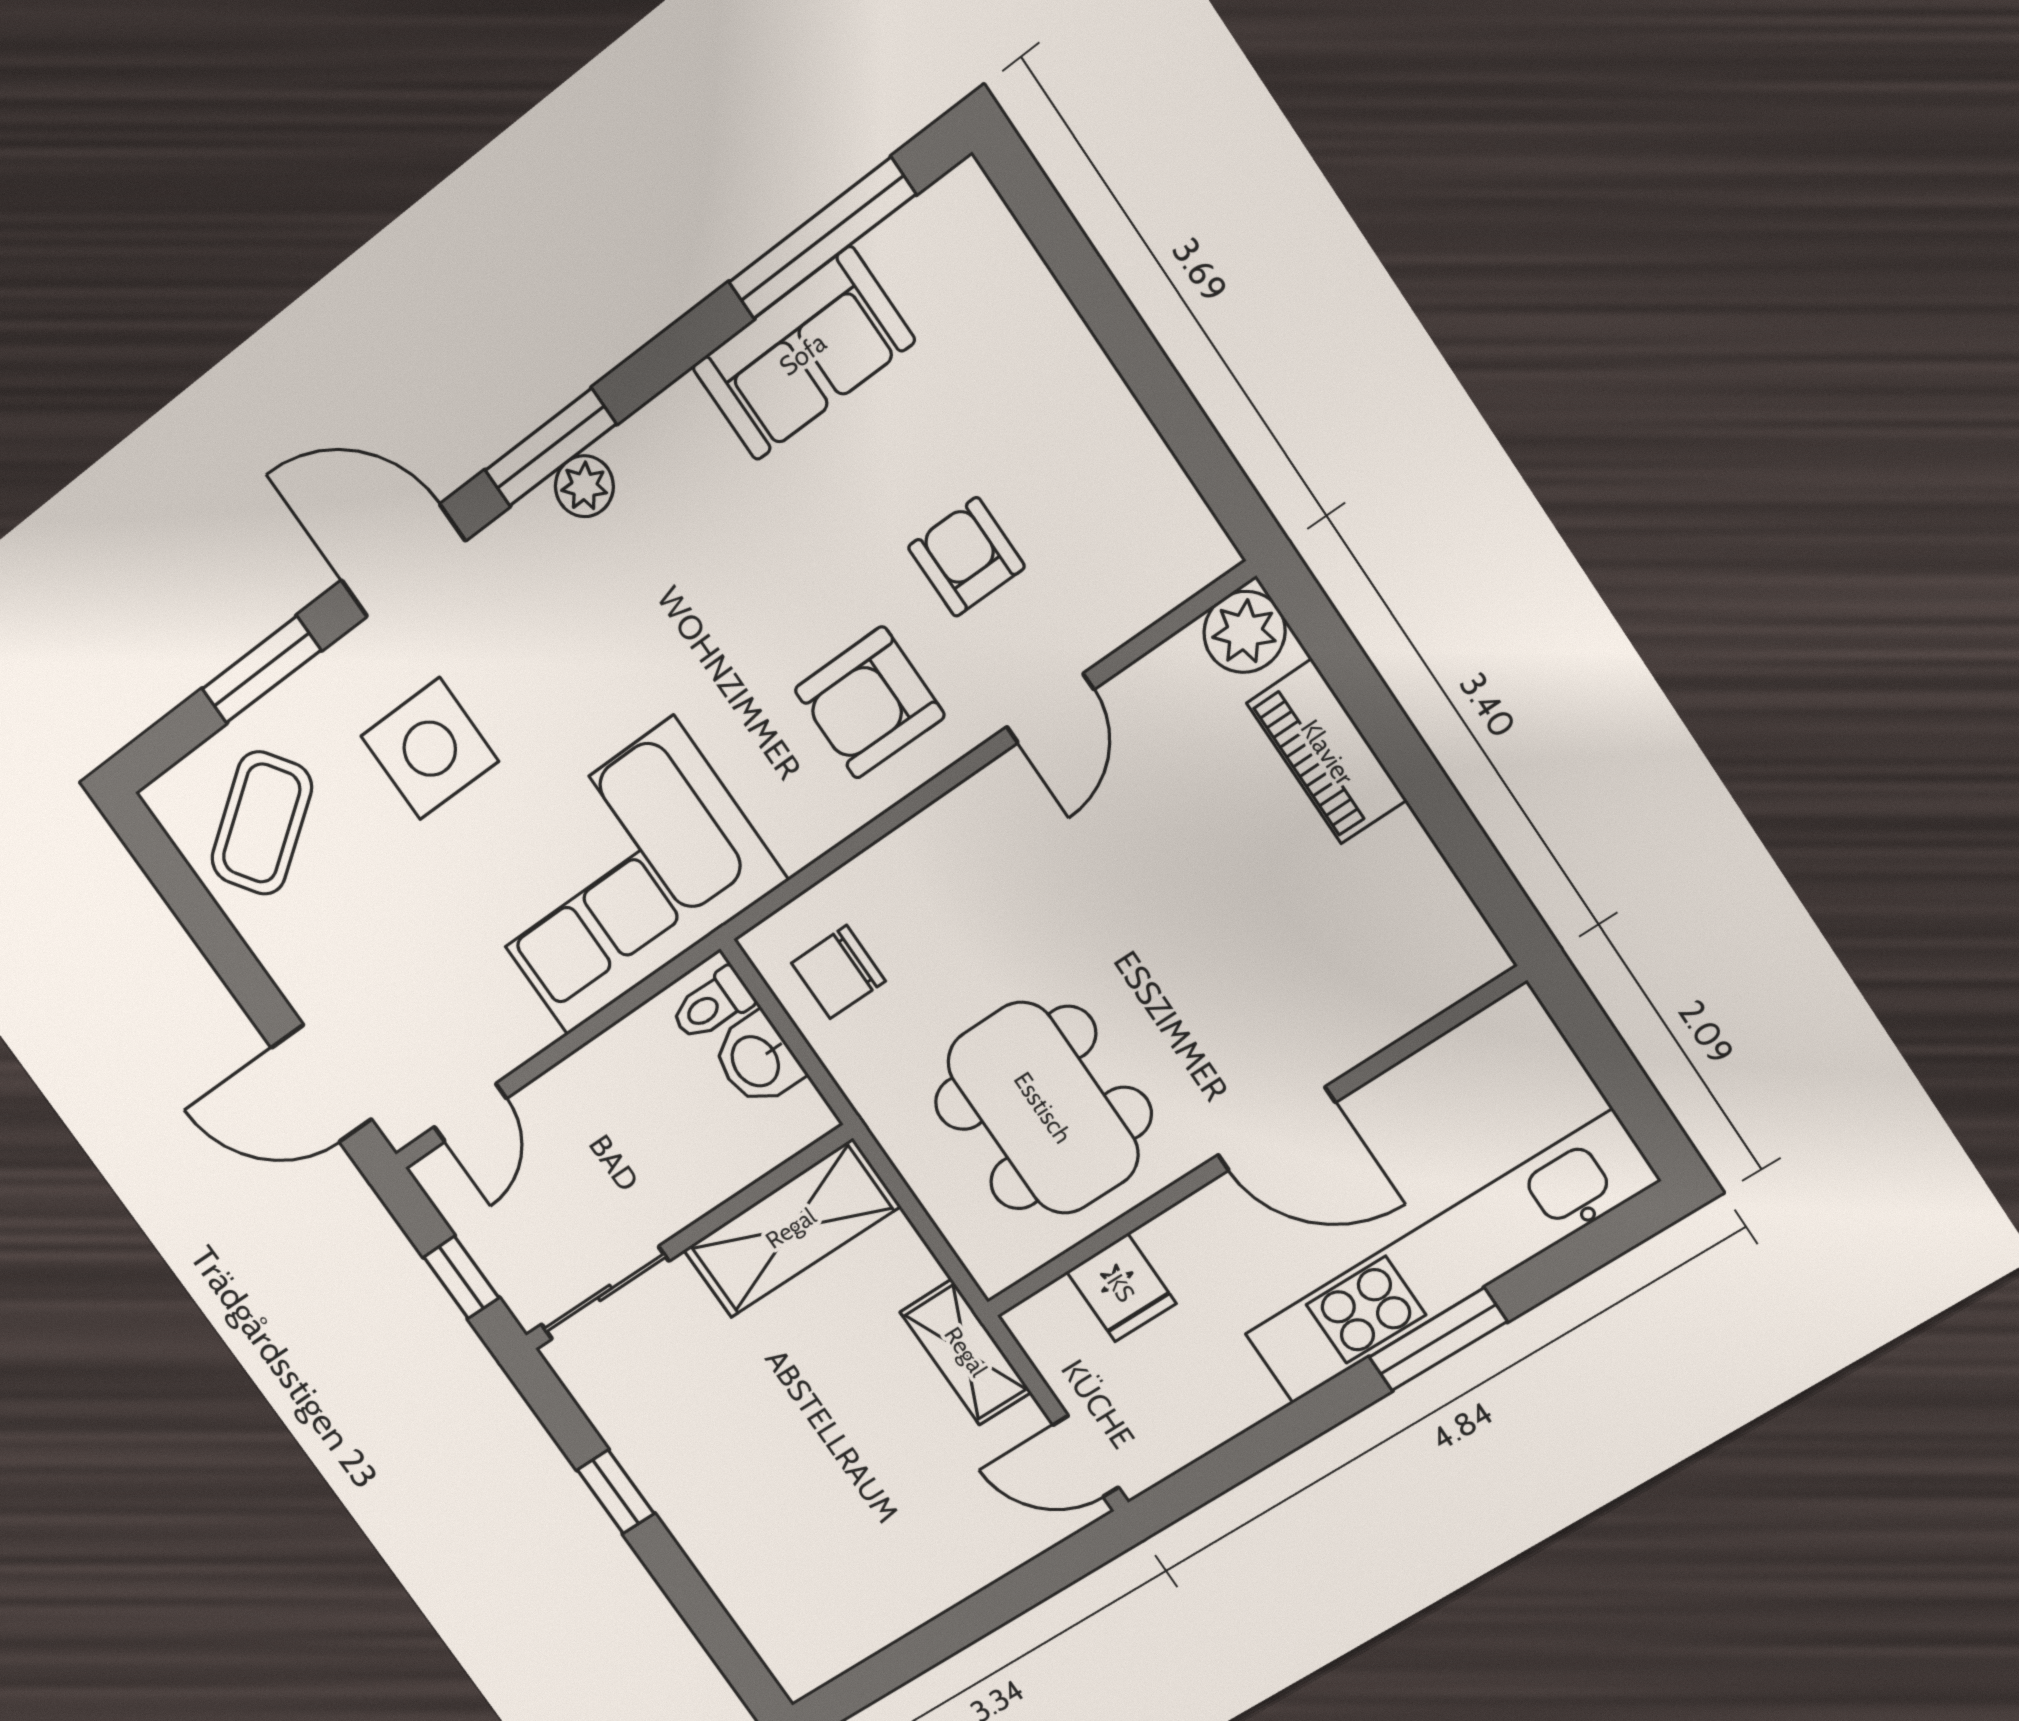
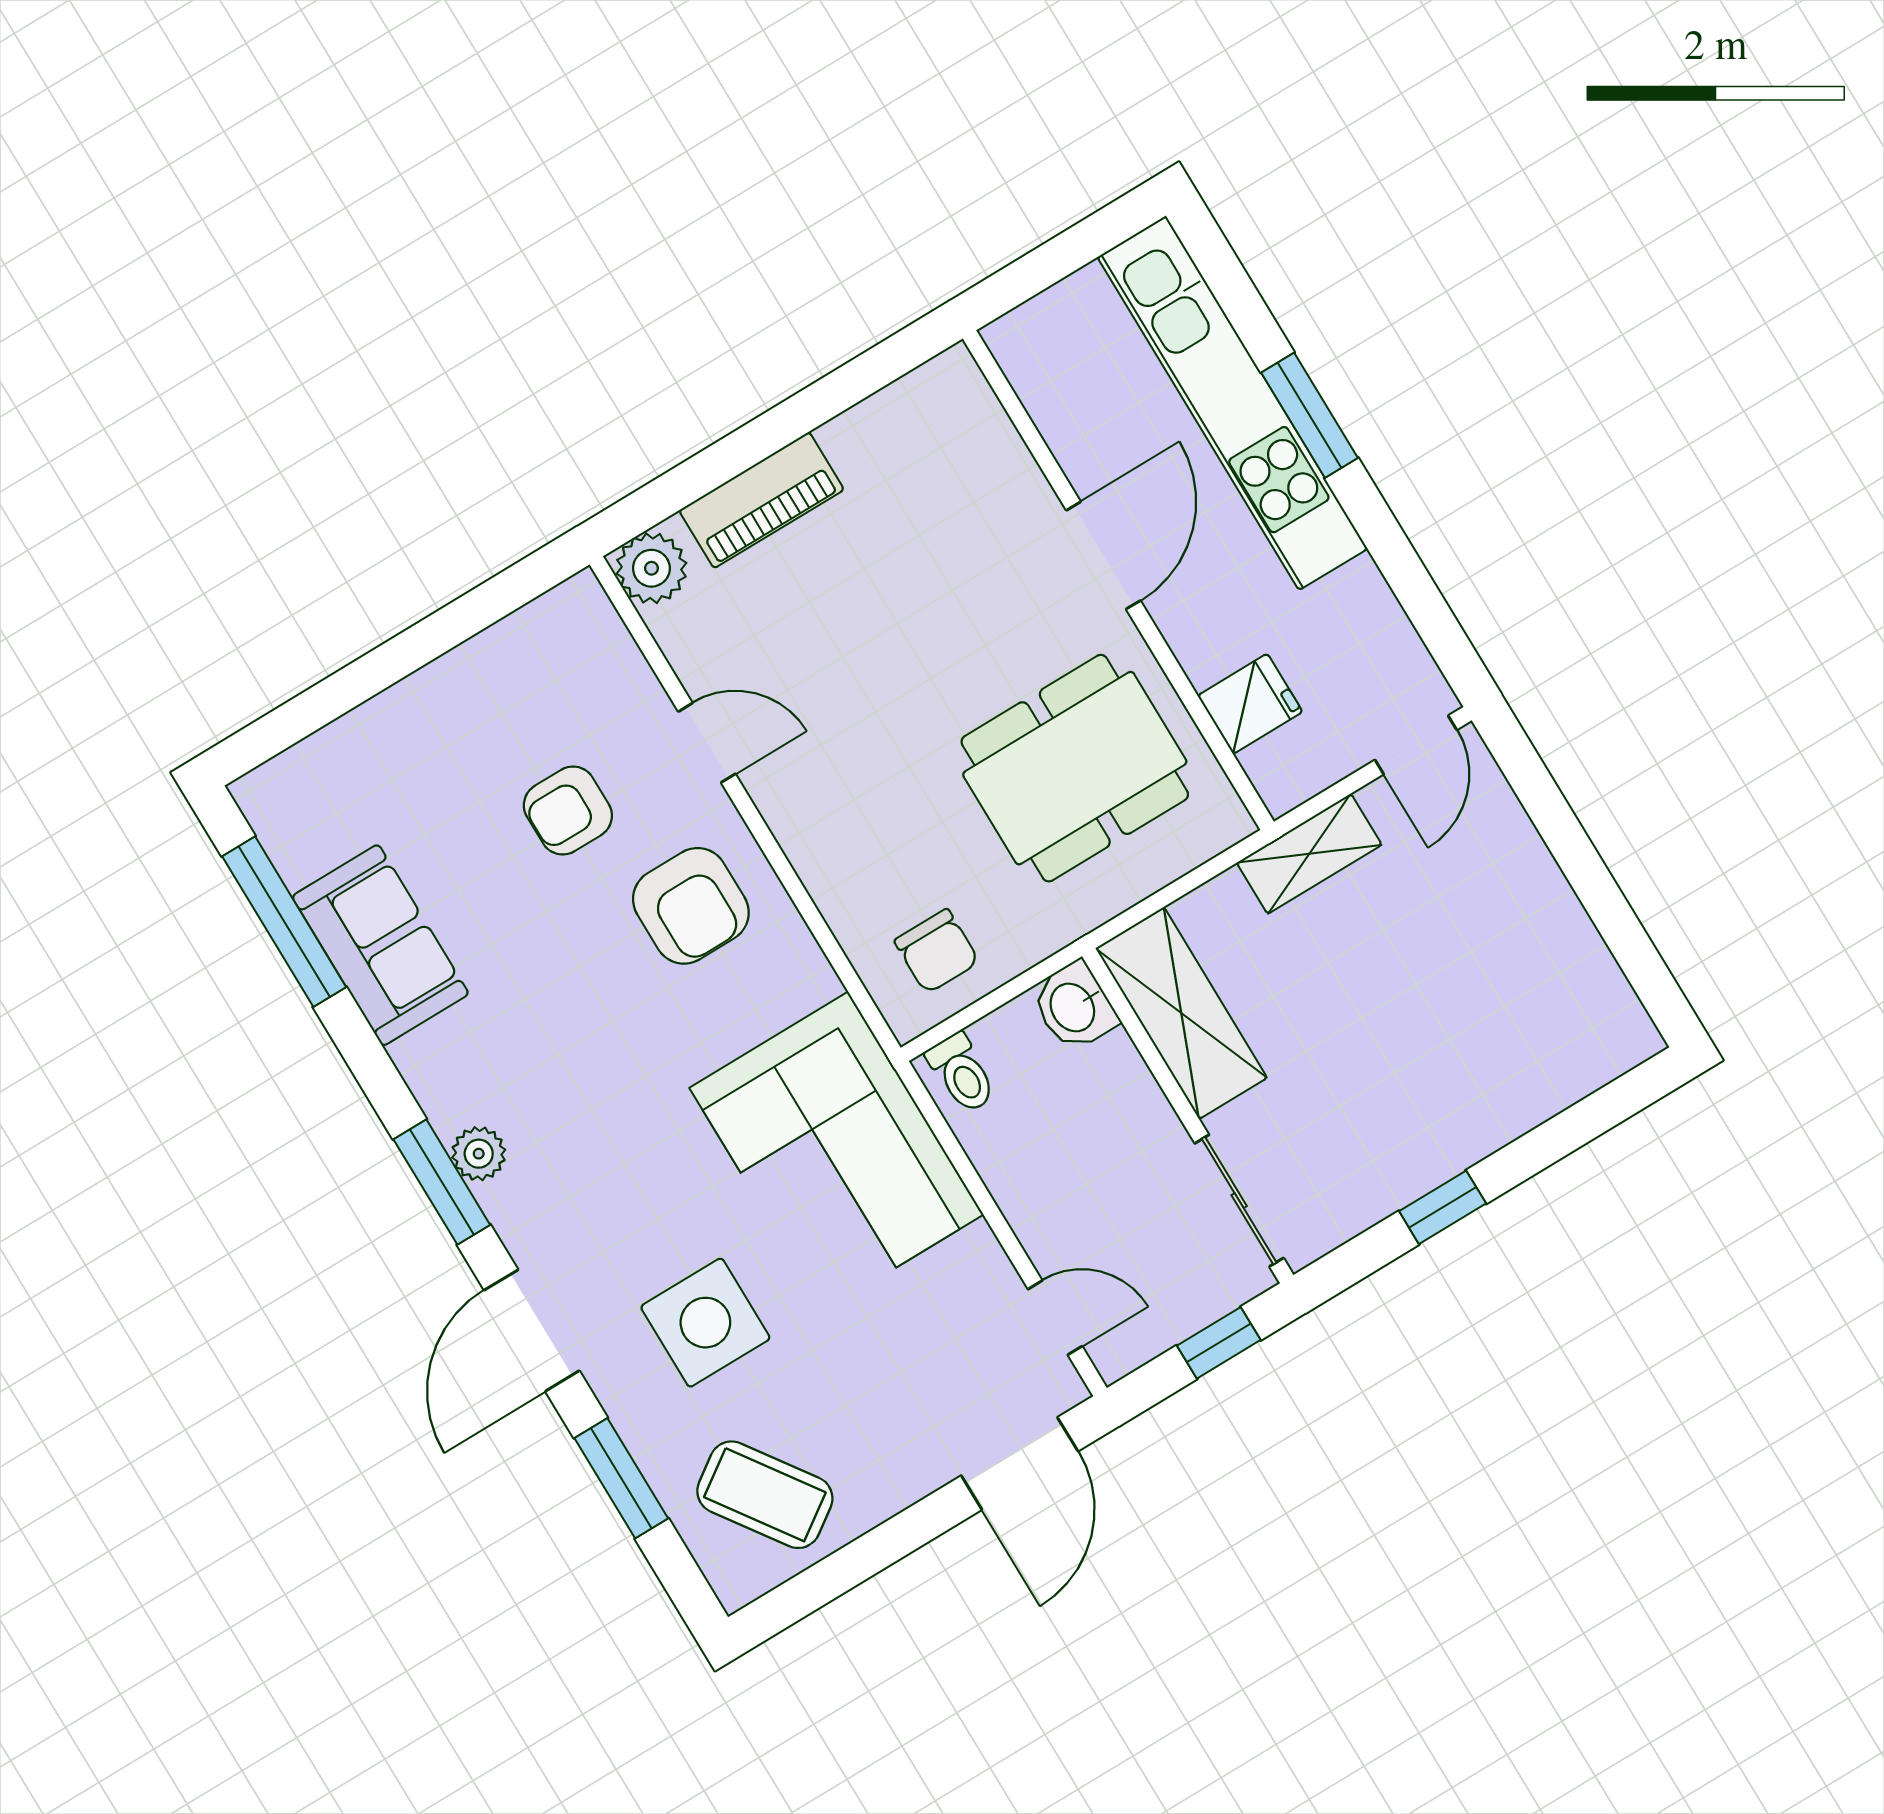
washbasin: (757, 1060) -> (1074, 1006), moved, turned 90

